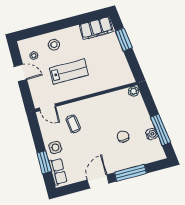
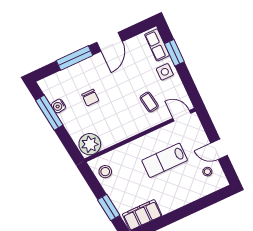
stool: (54, 45) -> (105, 172), moved
plant: (134, 91) -> (90, 144), width x1.87, depth x1.87

